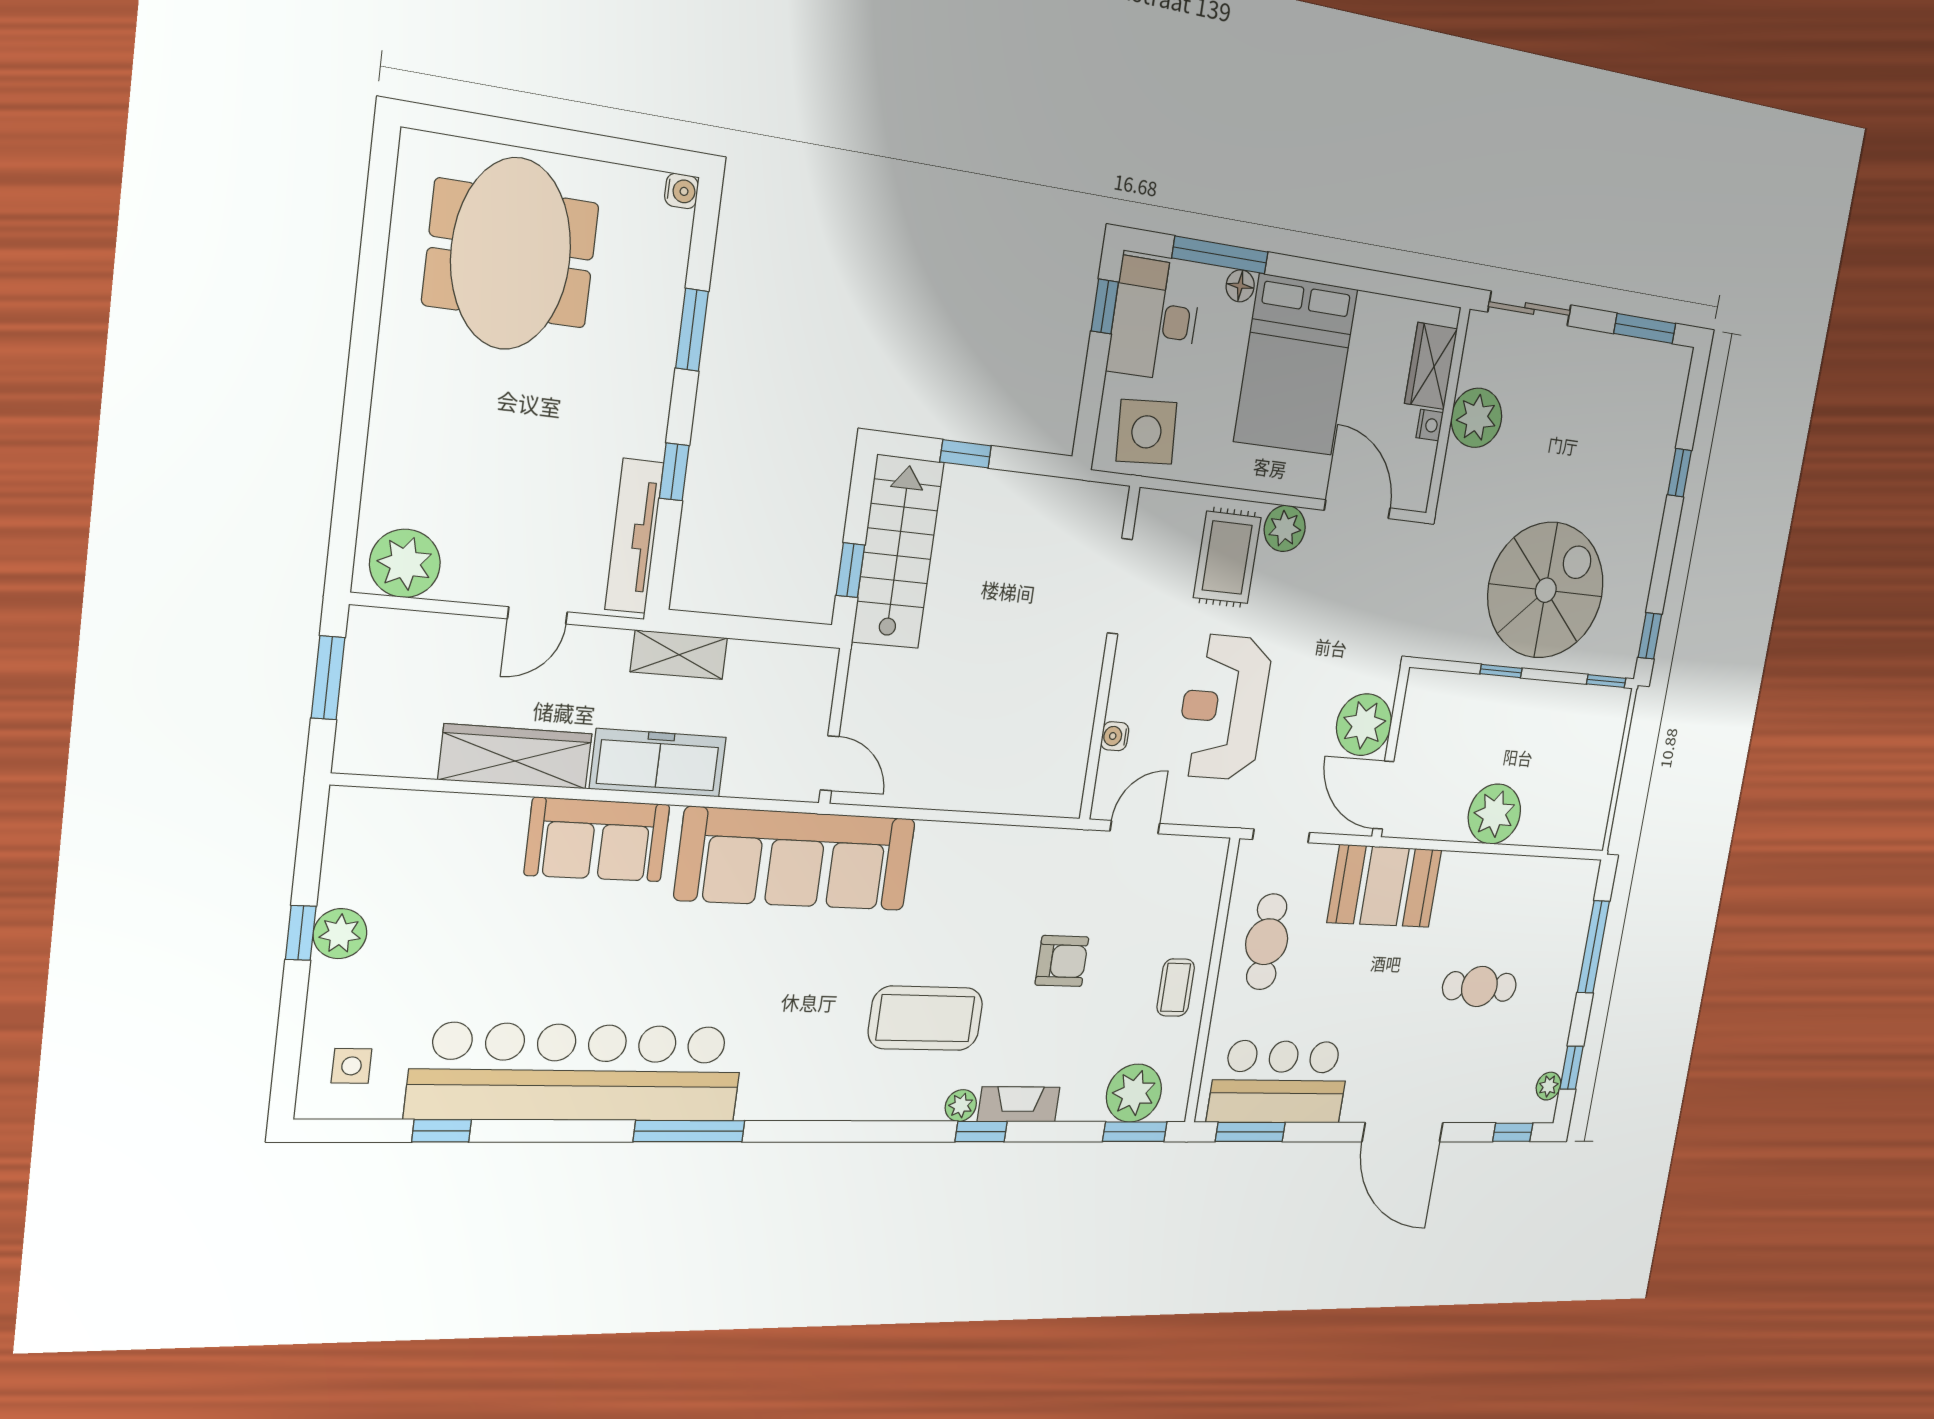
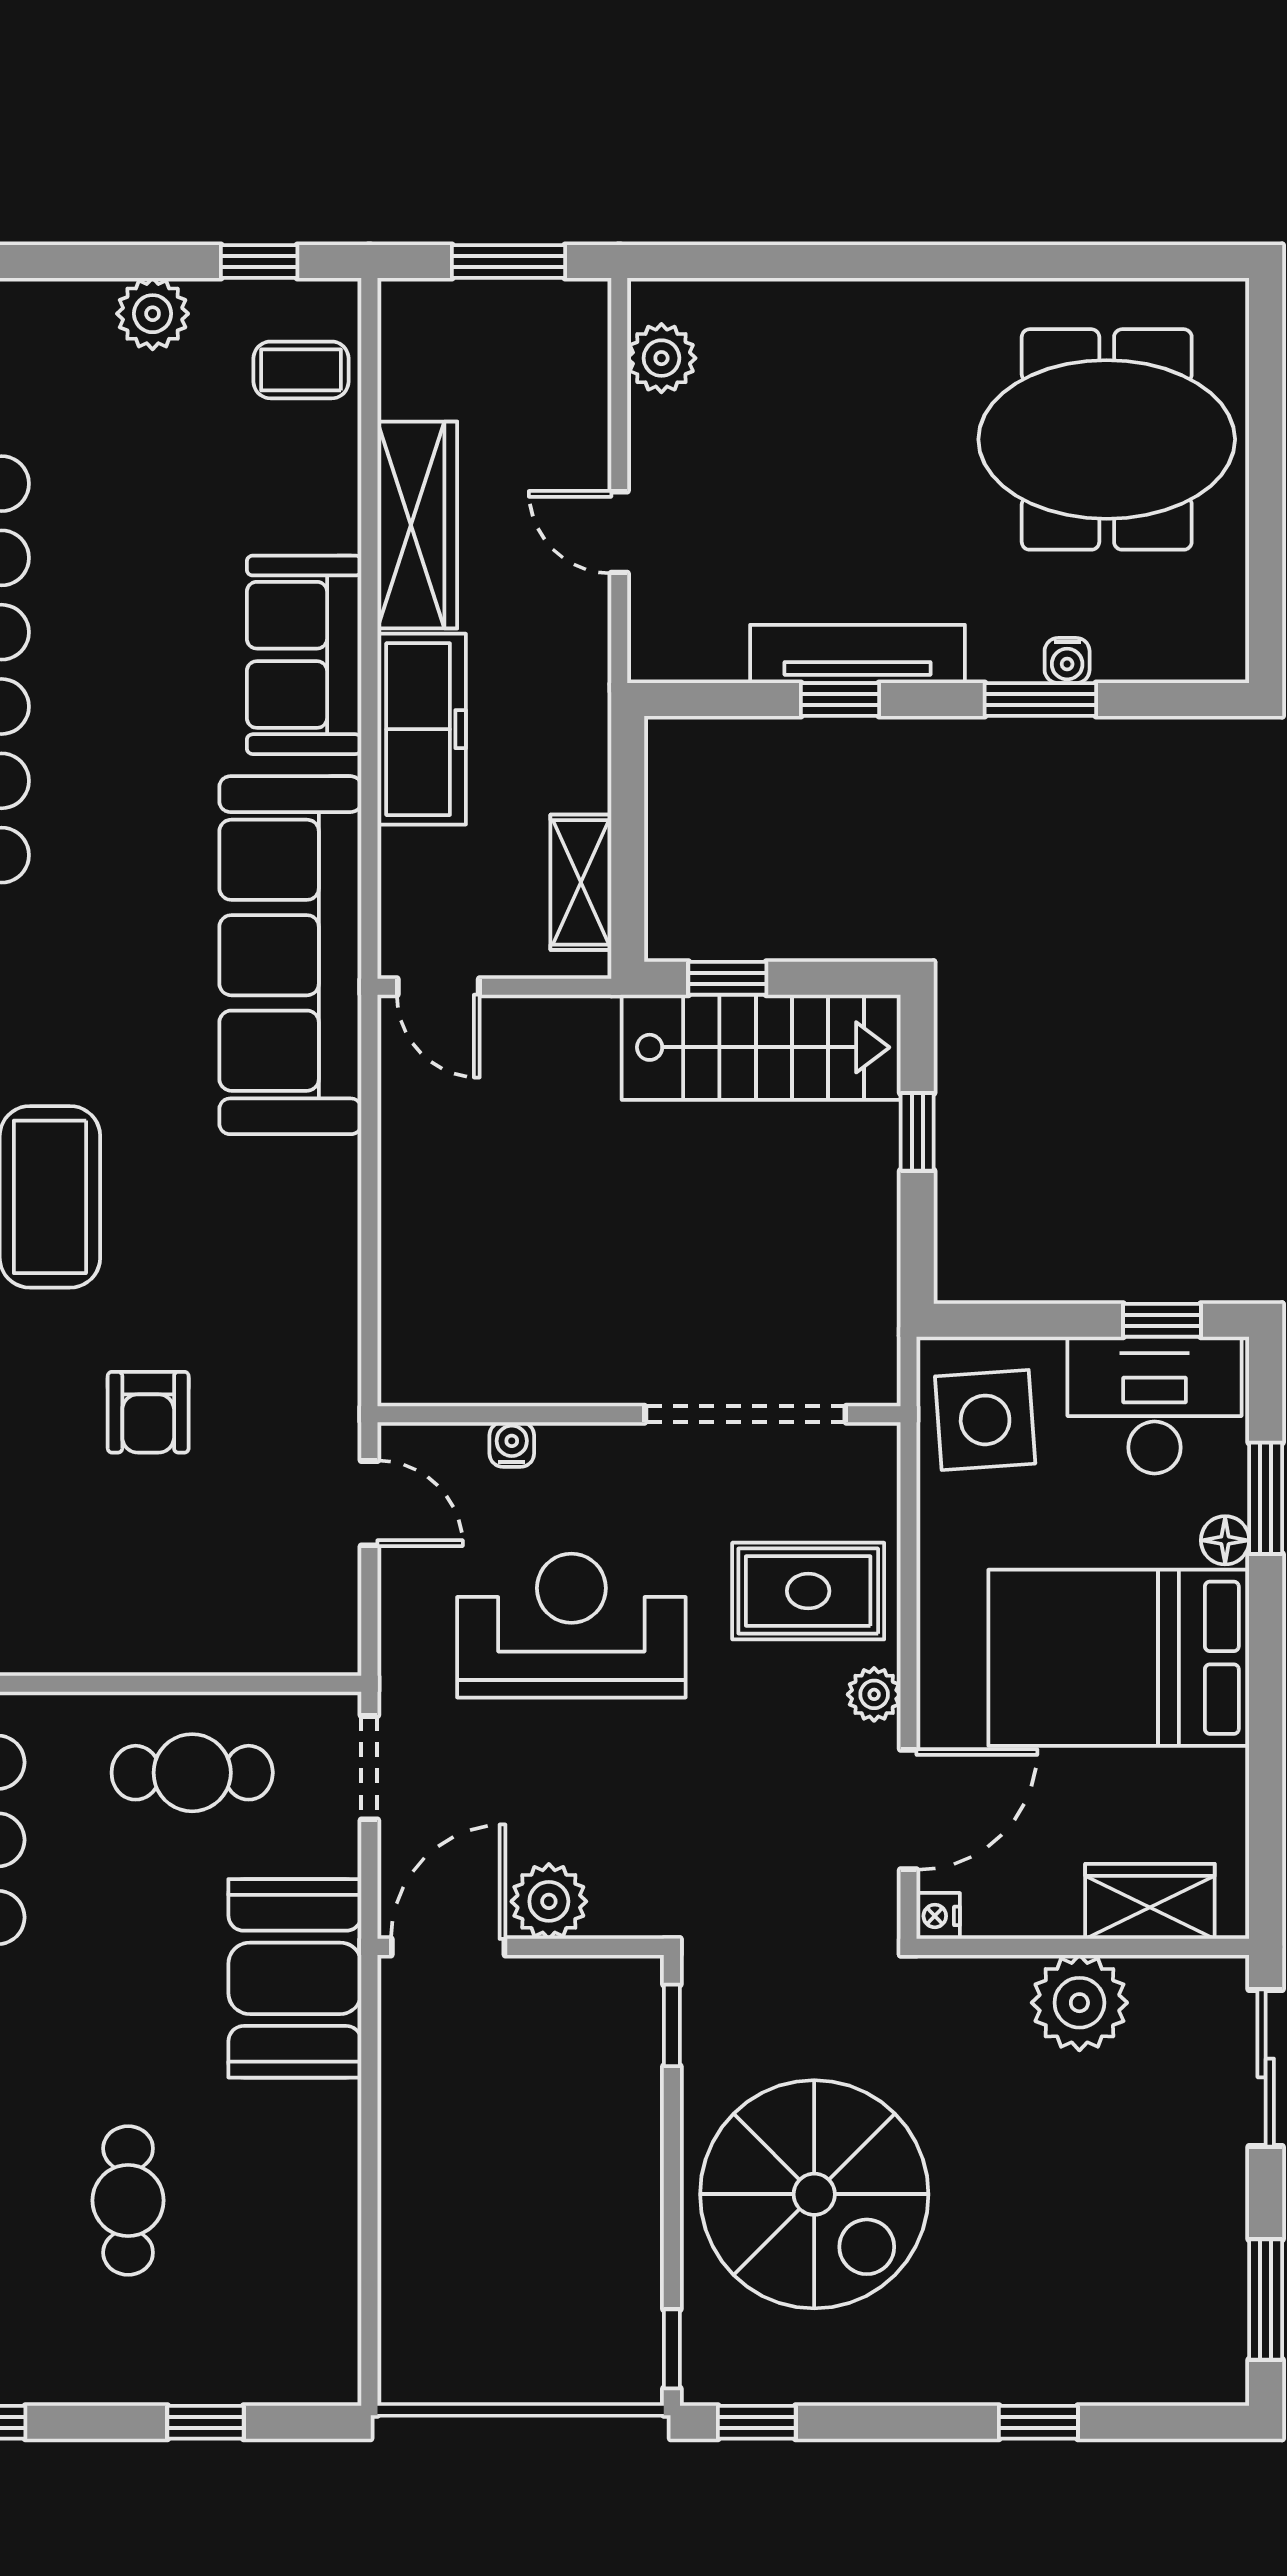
water cooler: (681, 191) -> (1067, 660), moved
window: (1220, 255) -> (1266, 1498), width x0.69
nightstand: (1430, 425) -> (938, 1916), moved, turned 90
plant: (1285, 528) -> (874, 1694), width x0.73, depth x0.73
tv unit: (634, 536) -> (858, 654), moved
plant: (405, 563) -> (661, 358), width x0.73, depth x0.73
doorway: (1120, 586) -> (745, 1414), width x1.36
shelving: (679, 655) -> (581, 882), moved
window: (1501, 671) -> (672, 2025), moved
plant: (1364, 725) -> (549, 1901), width x0.73, depth x0.73
door: (830, 763) -> (438, 987), hinge flipped
plant: (1494, 814) -> (429, 2170), removed
window: (301, 933) -> (259, 262), moved
window: (1593, 947) -> (206, 2422), width x0.46
coffee table: (1176, 988) -> (301, 370), moved

